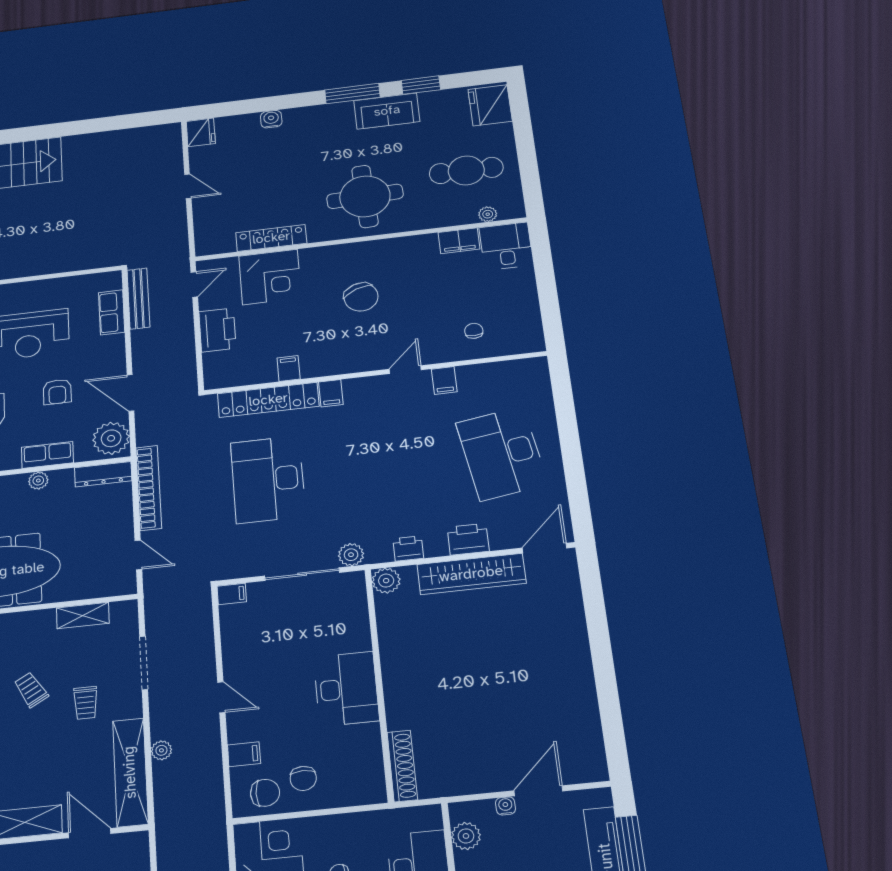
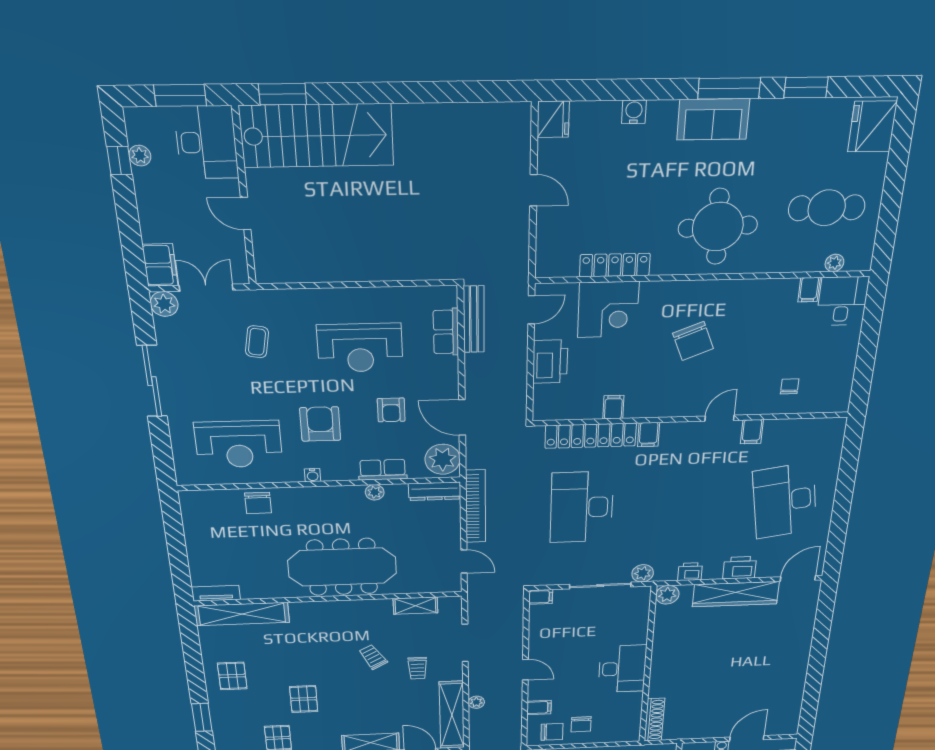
sofa: (387, 111) -> (713, 119), moved
filing cabinet: (459, 241) -> (809, 290), width x0.50

